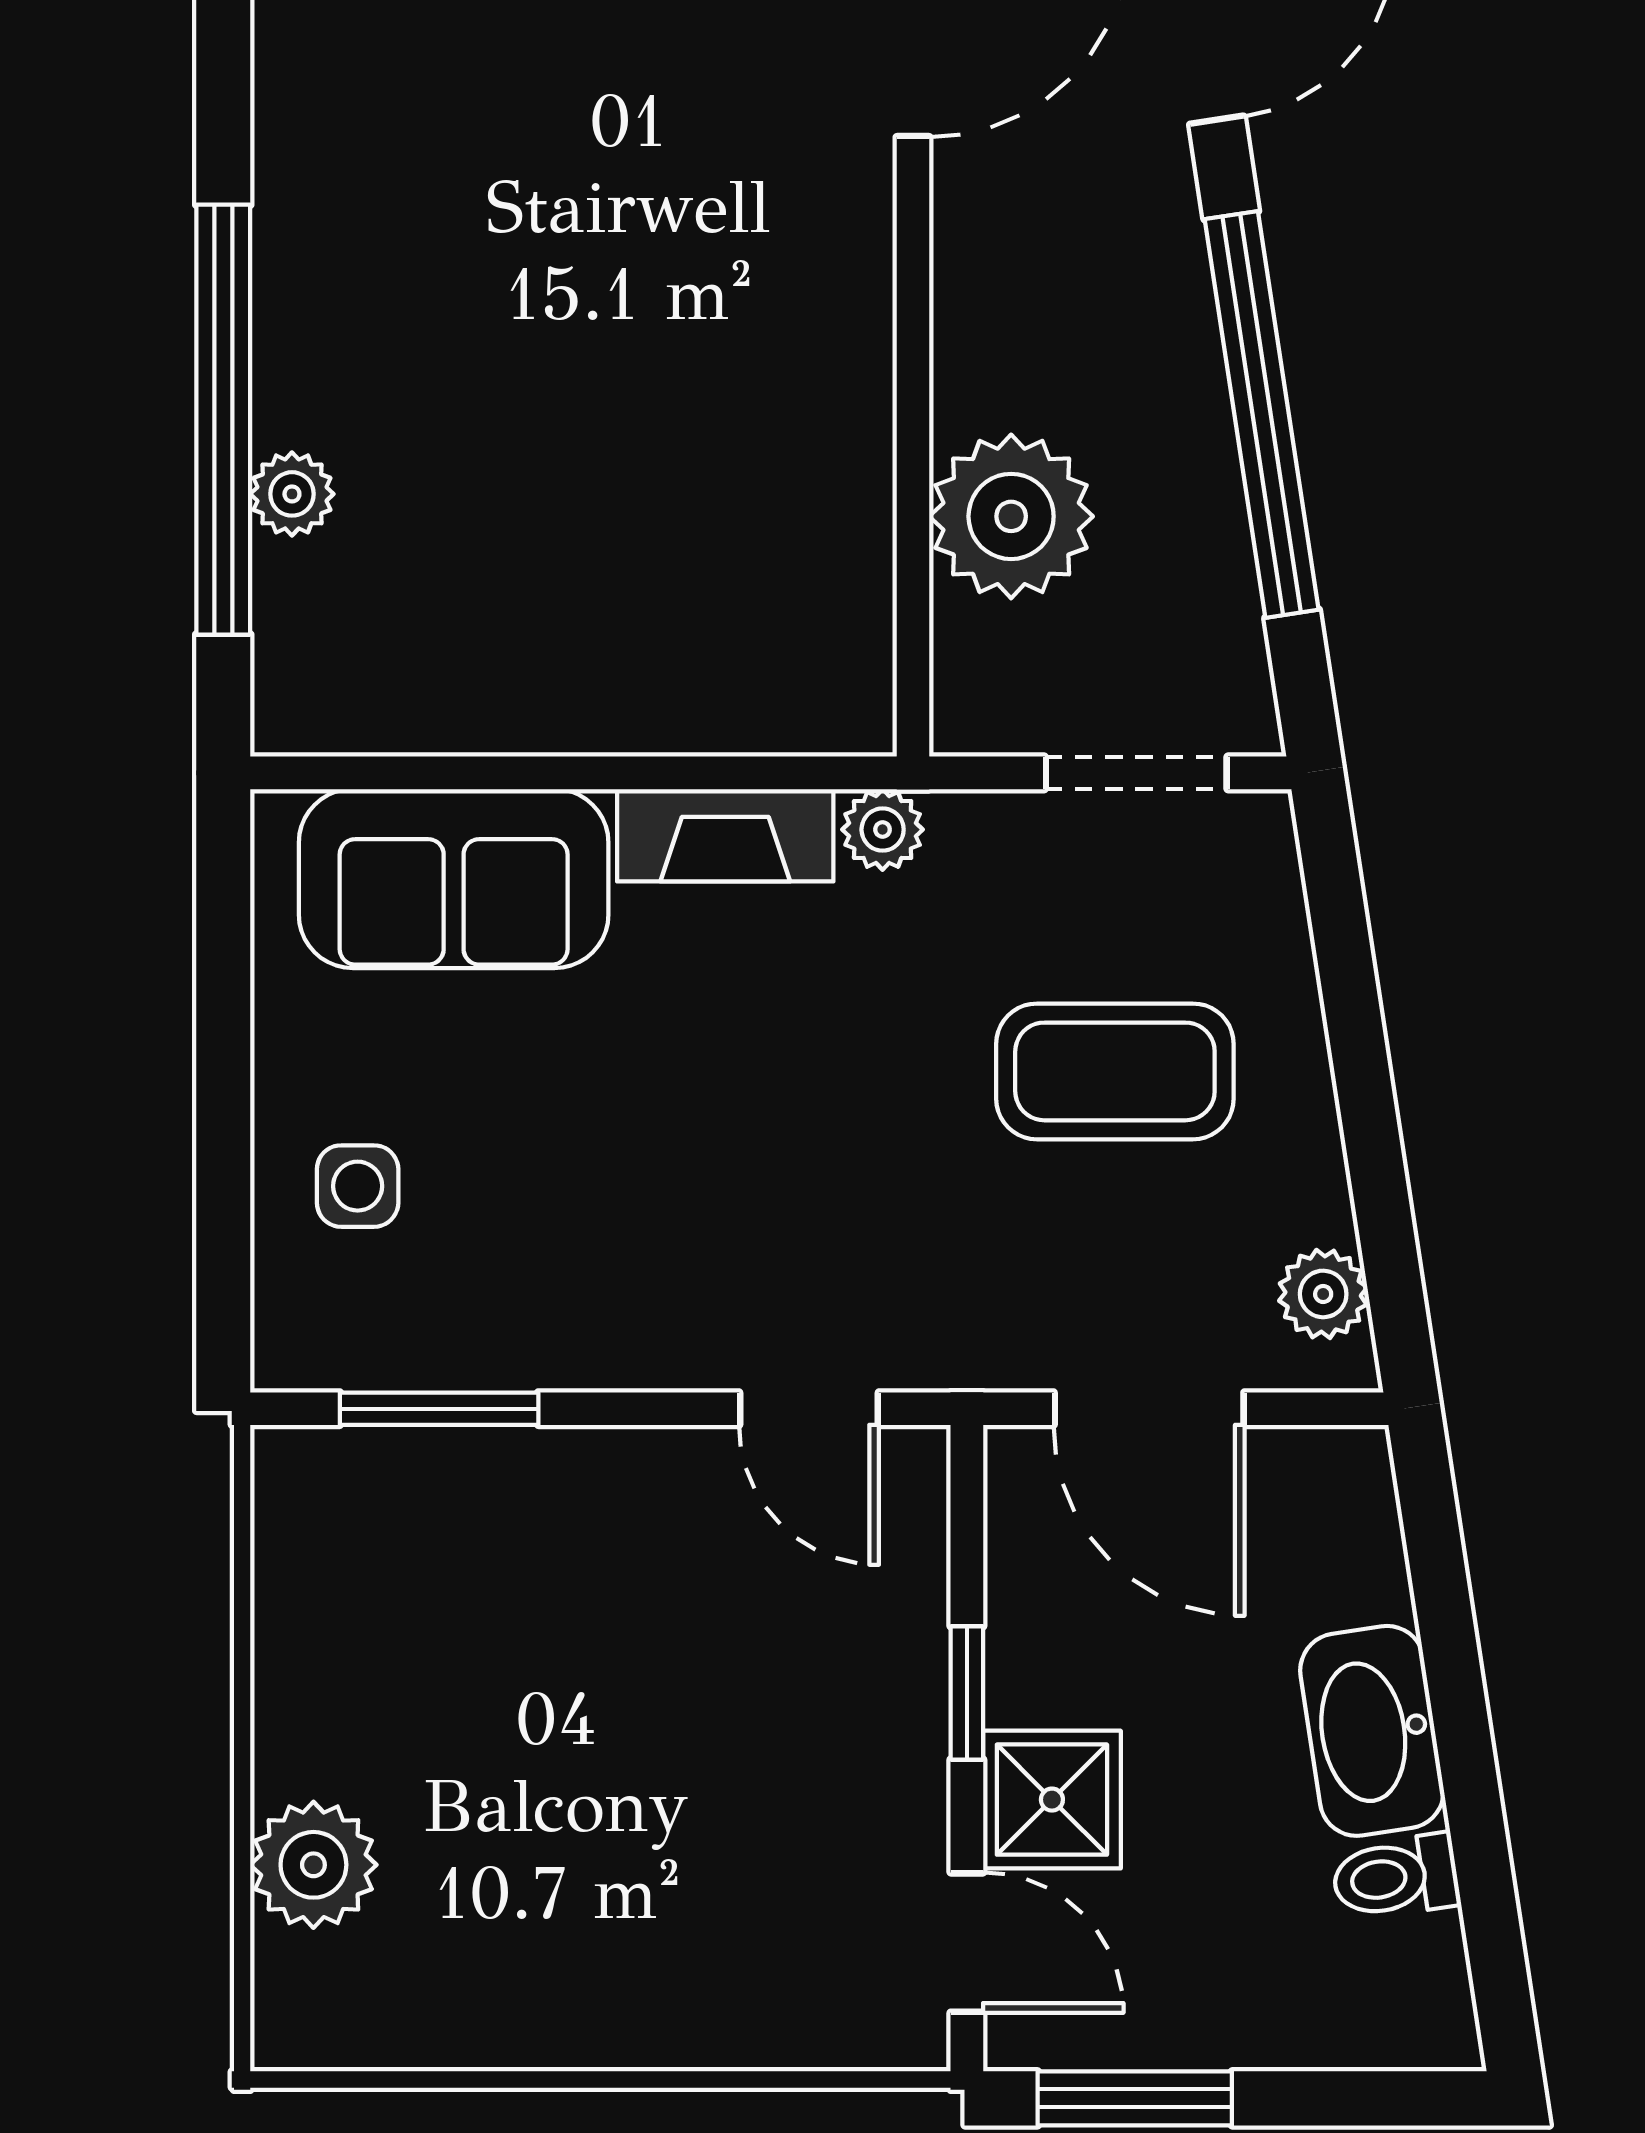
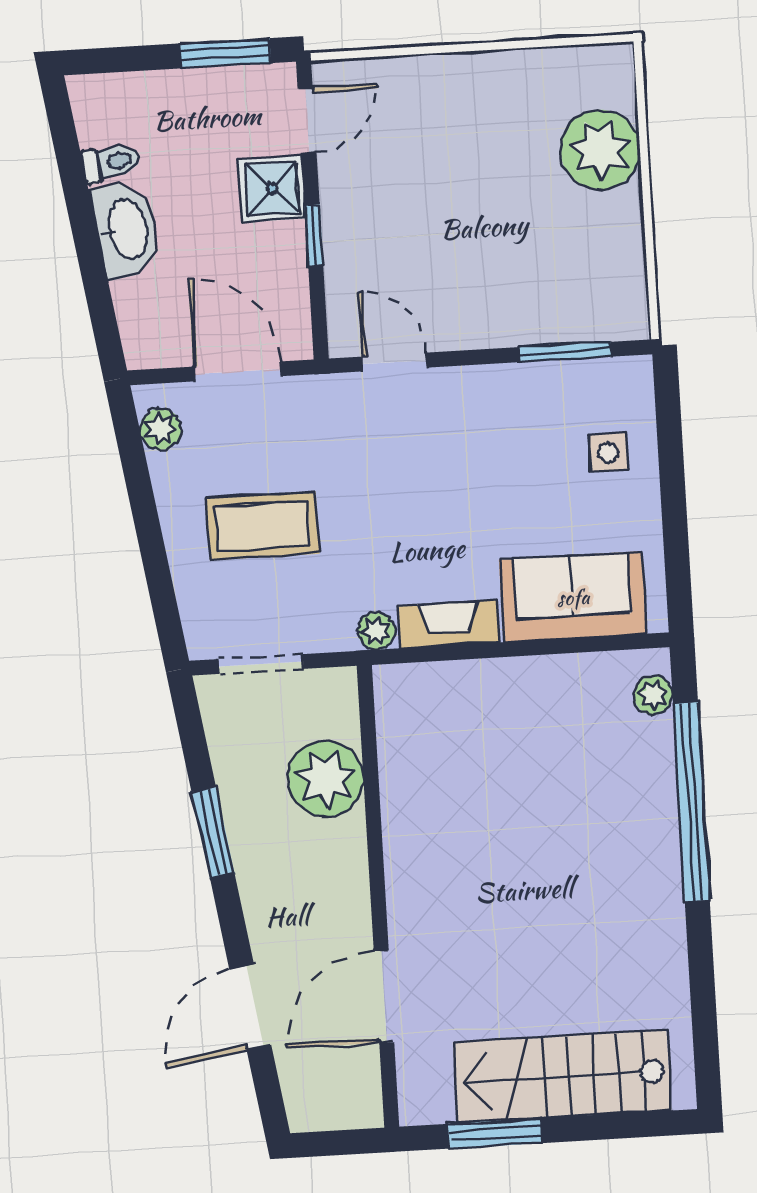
window: (1262, 414) -> (213, 833), width x0.47
plant: (292, 494) -> (653, 695), moved
plant: (313, 1865) -> (600, 150), width x1.36, depth x1.36
door: (967, 1943) -> (307, 120), swing flipped

